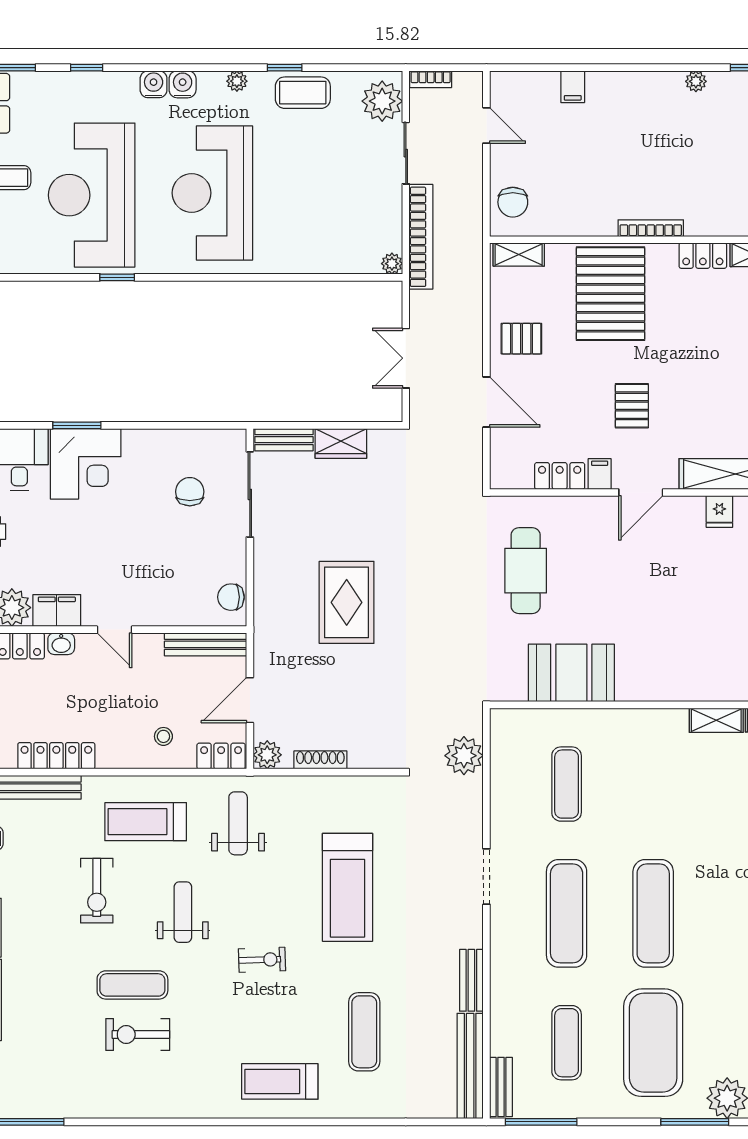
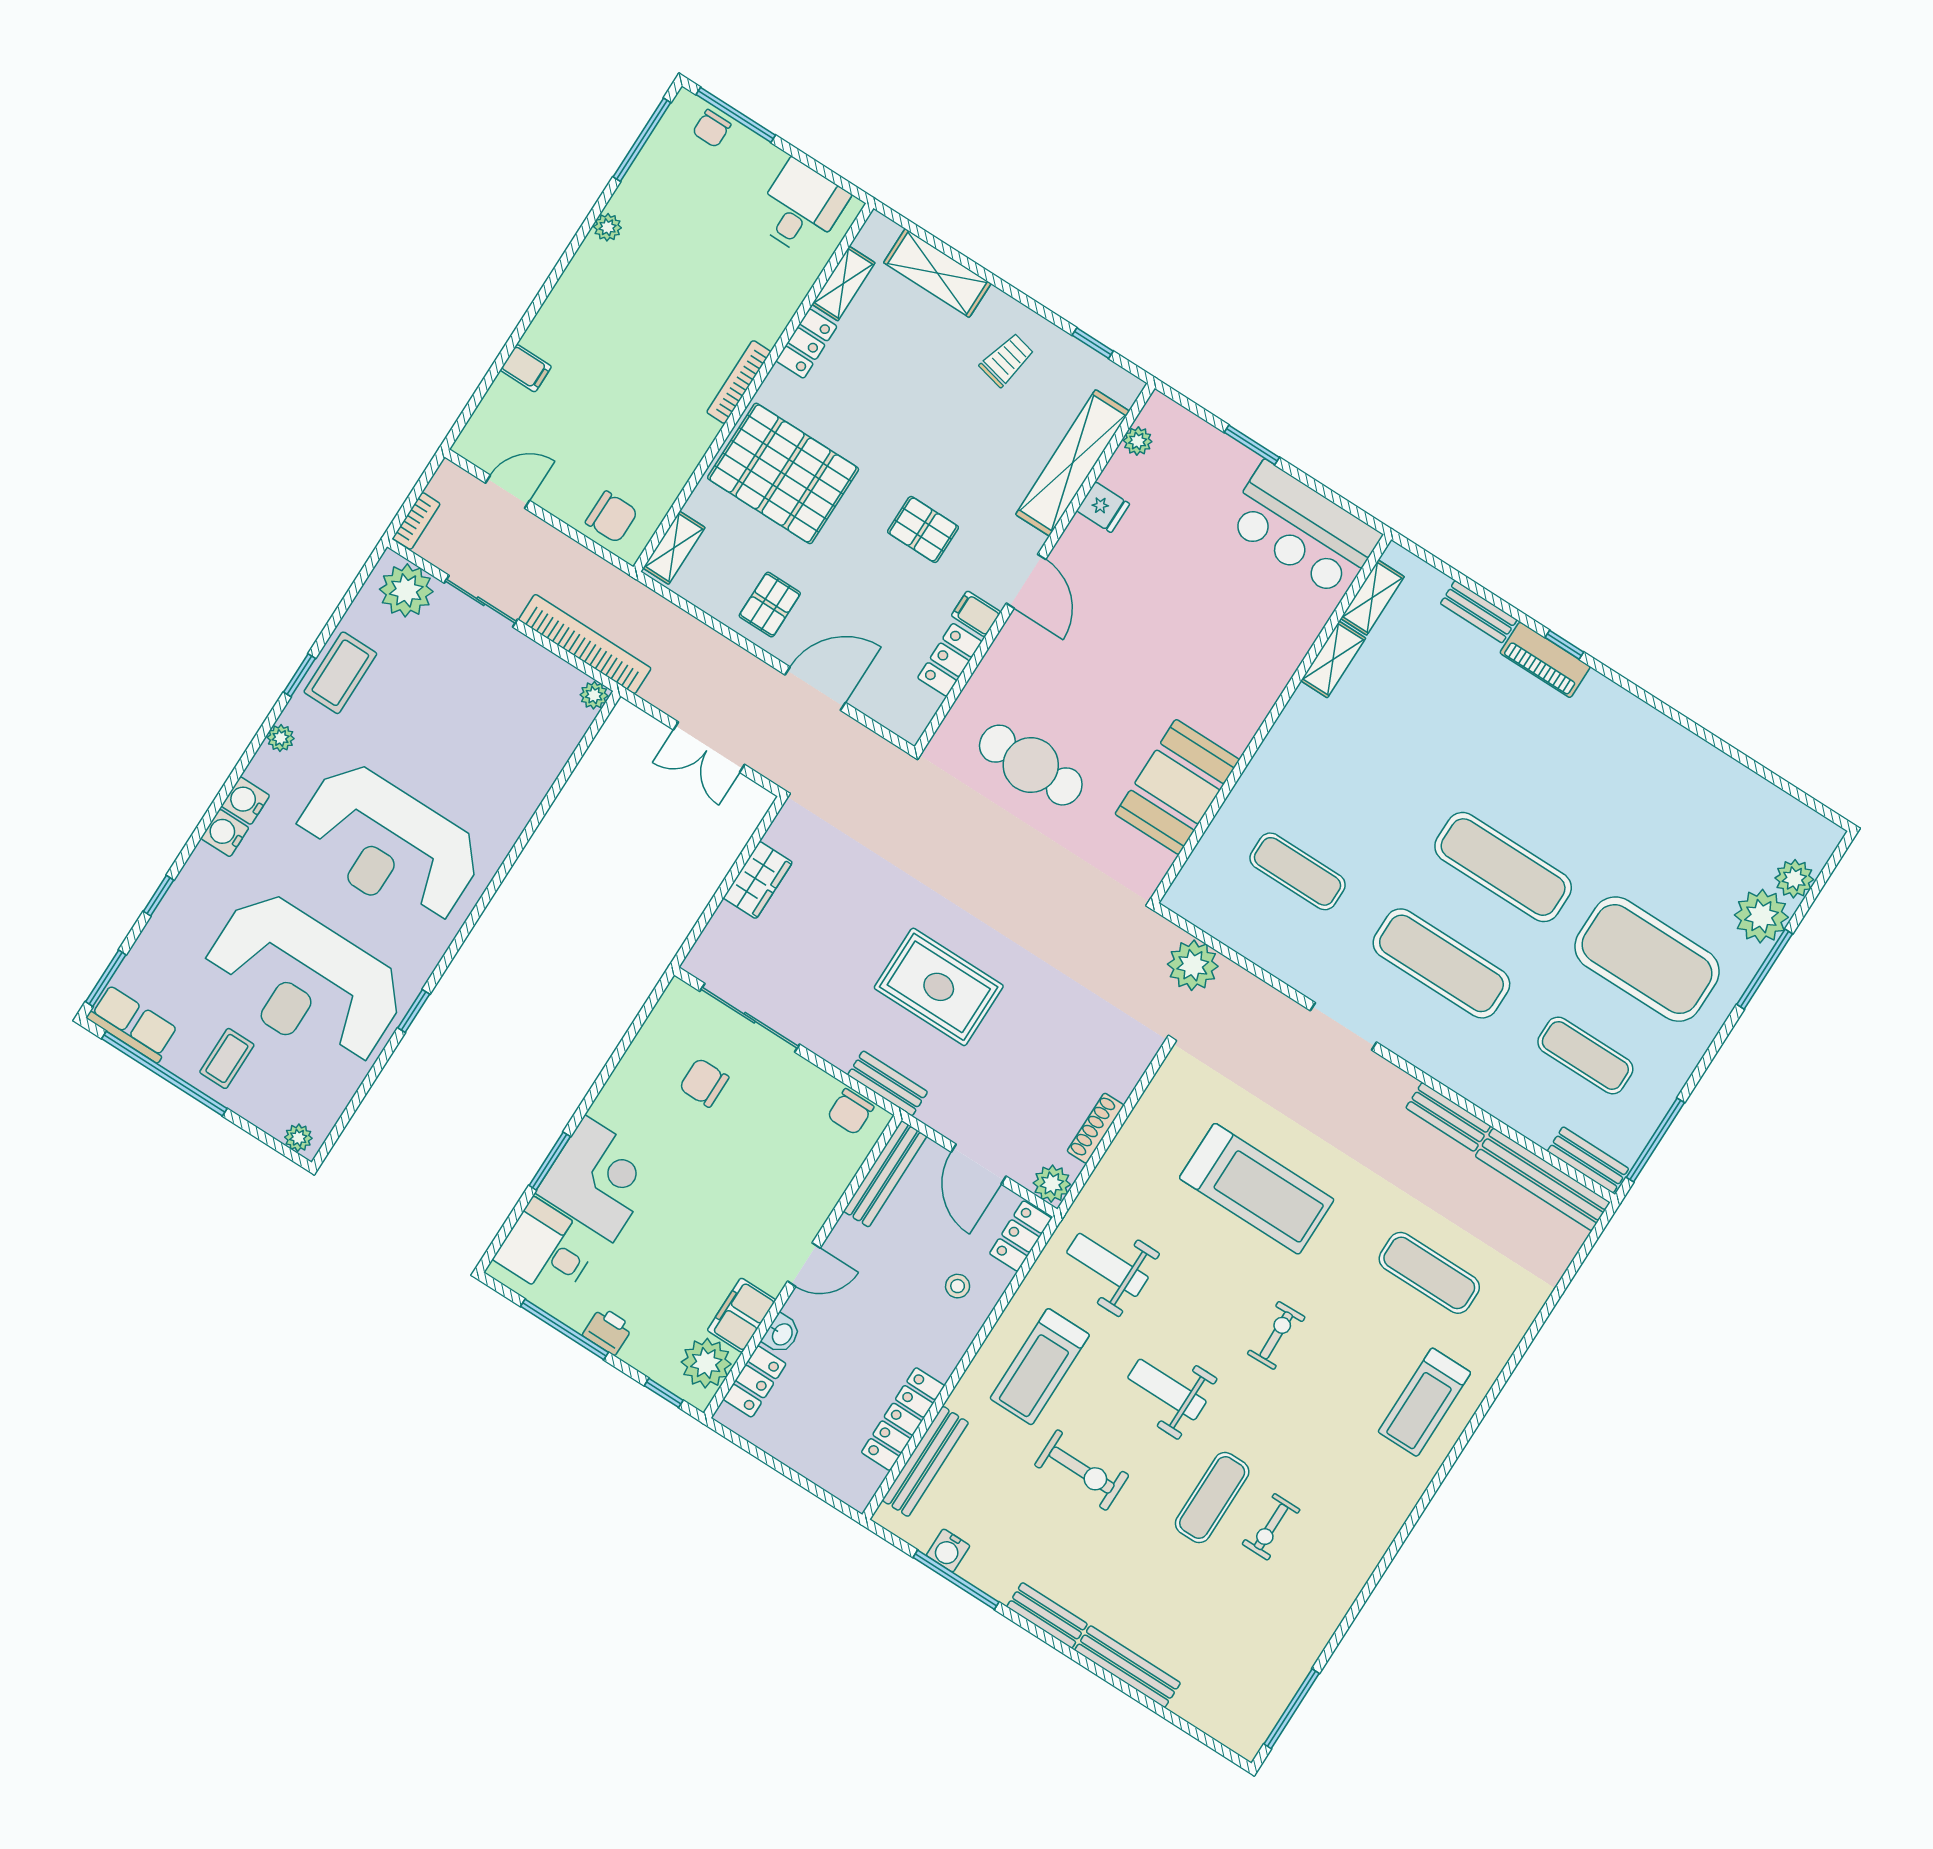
bench: (284, 440) -> (888, 1083), moved, turned 90
exercise bike: (138, 1035) -> (1271, 1527), width x0.73, depth x0.72

